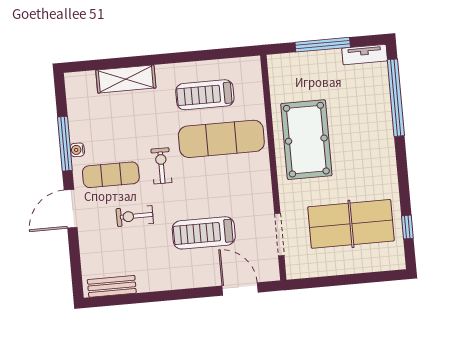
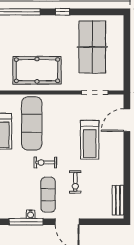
window: (407, 227) -> (63, 12), moved

